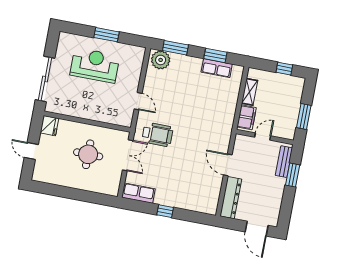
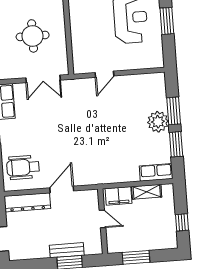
window: (175, 48) -> (174, 111), moved
plant: (161, 60) -> (158, 122), moved
row of seats: (217, 68) -> (156, 172), moved, turned 90
wheelchair: (157, 134) -> (23, 167), moved, turned 90
bench: (284, 162) -> (67, 250), moved

